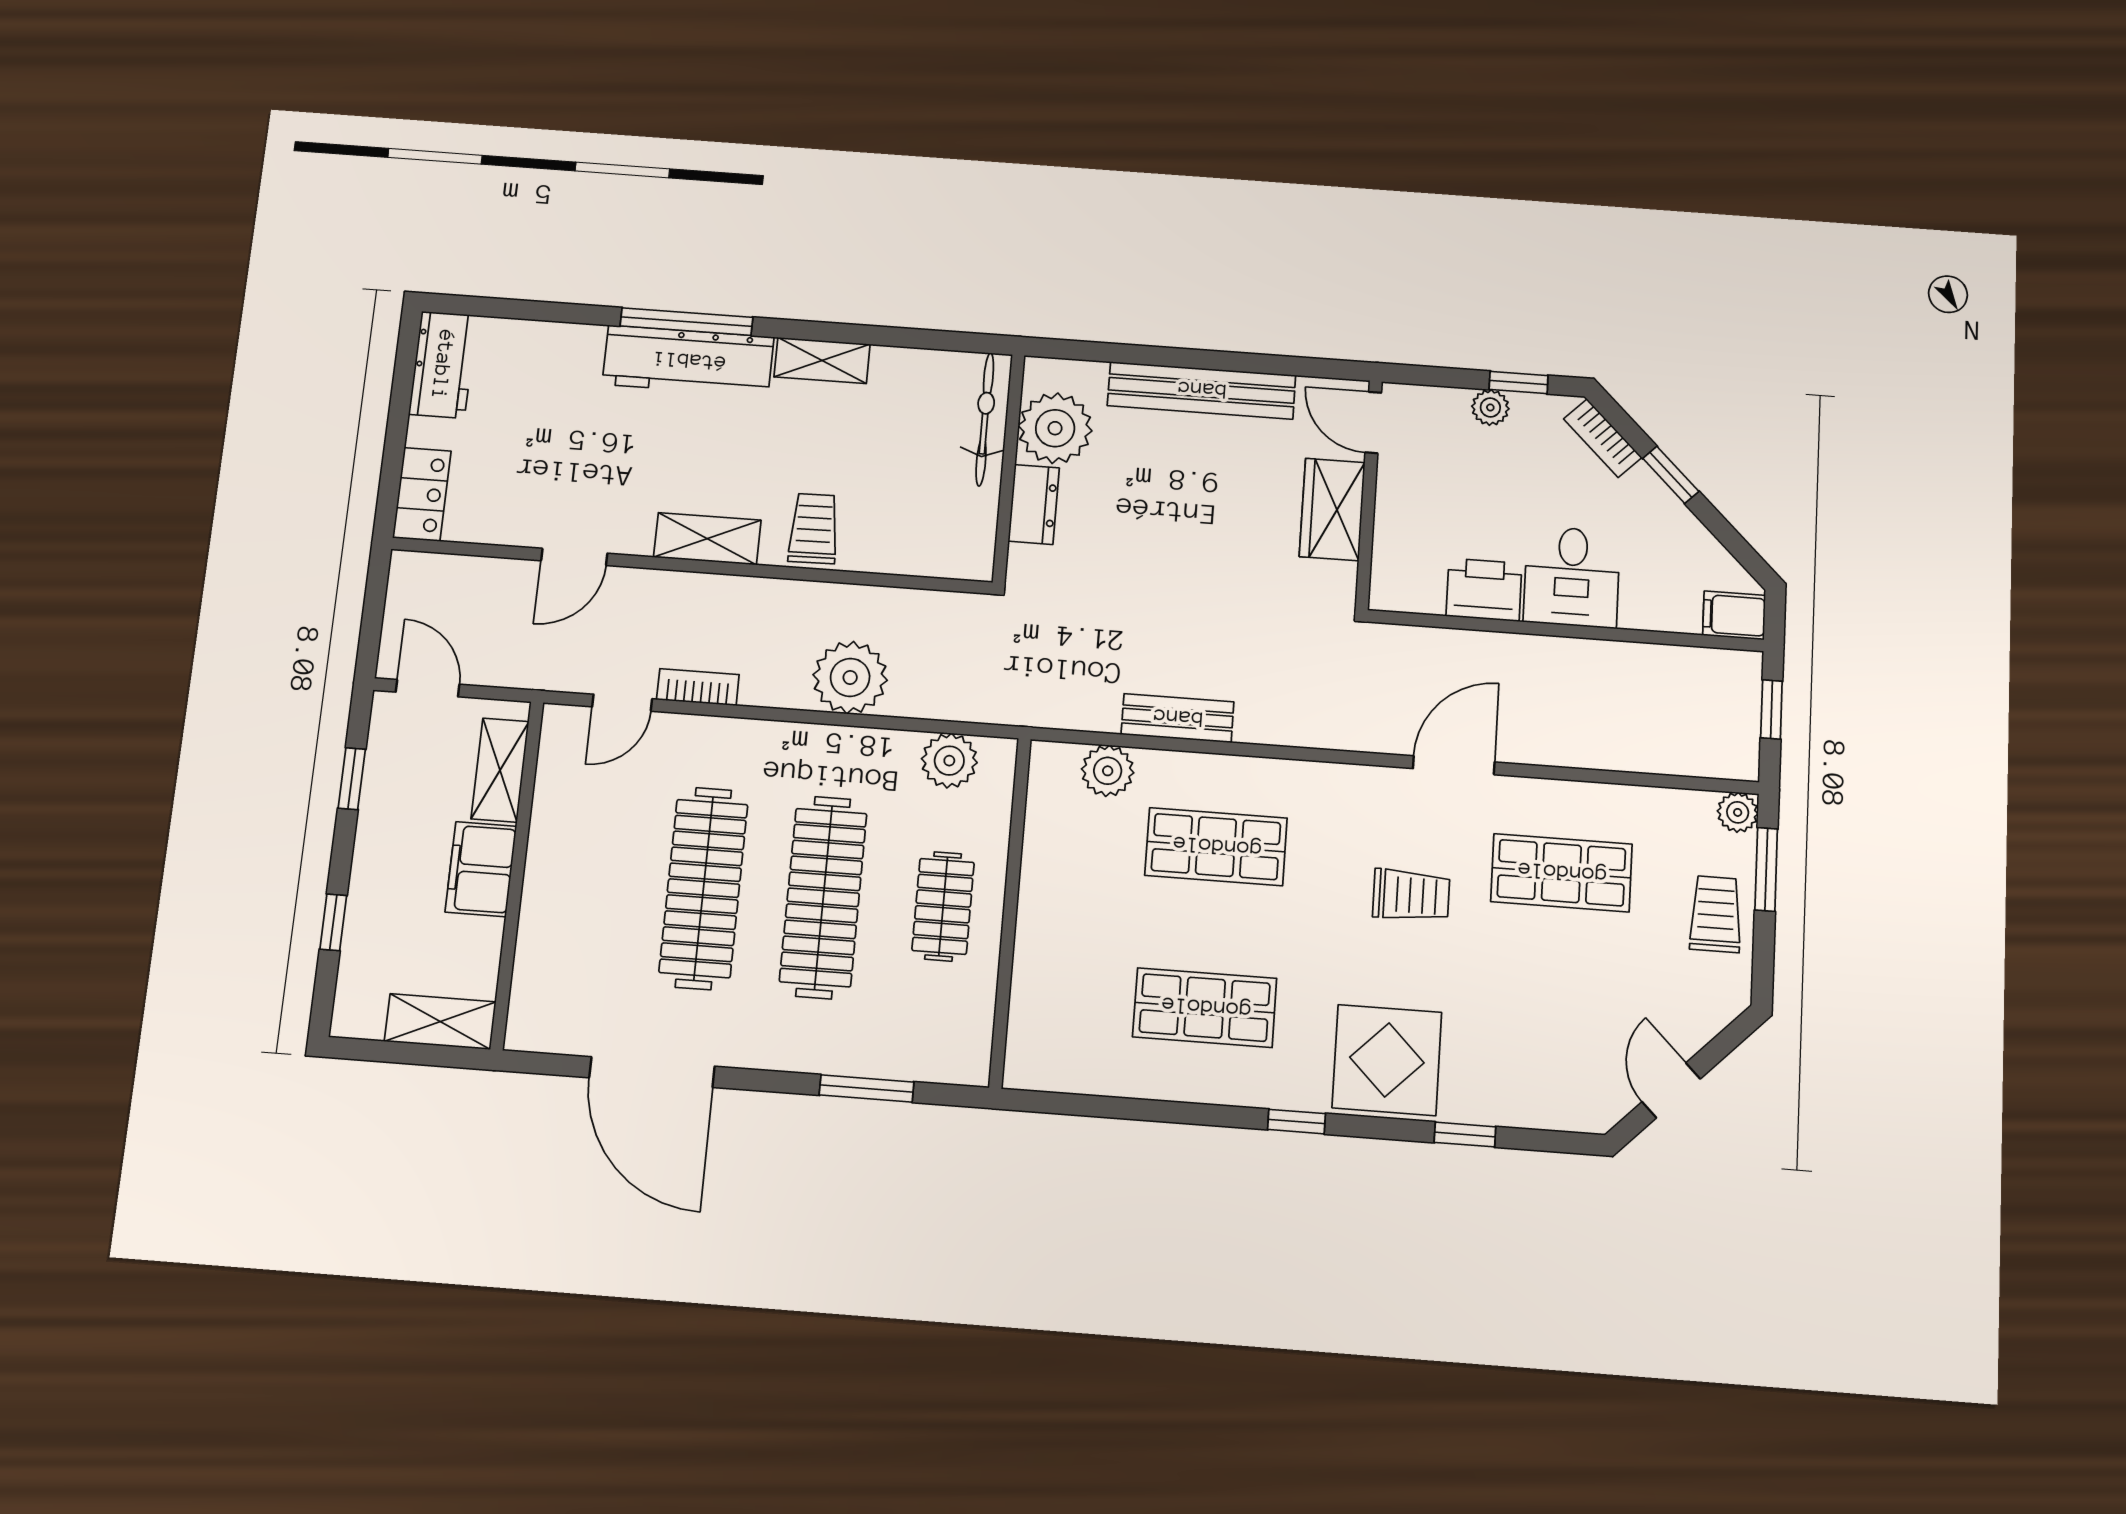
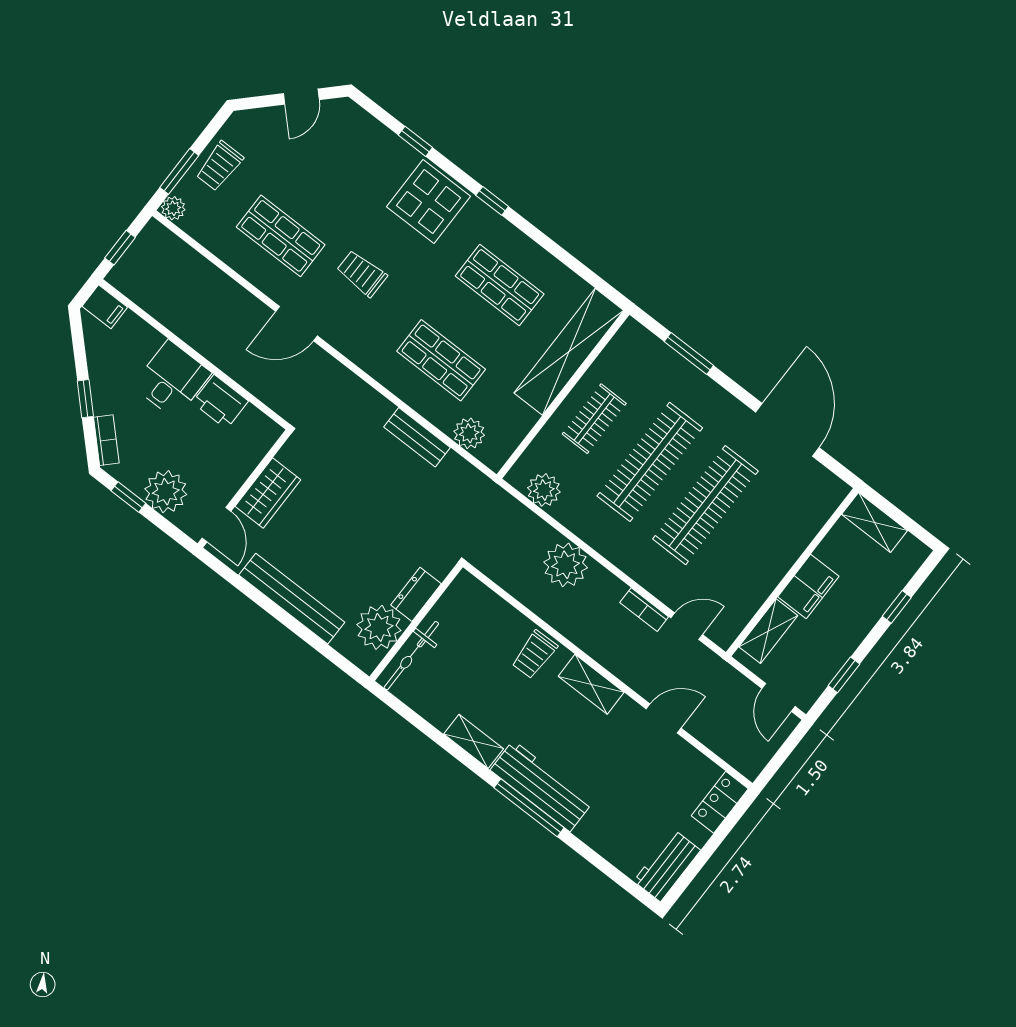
plant: (1490, 407) -> (166, 492), width x1.87, depth x1.87
shelving: (1042, 977) -> (569, 352), added

